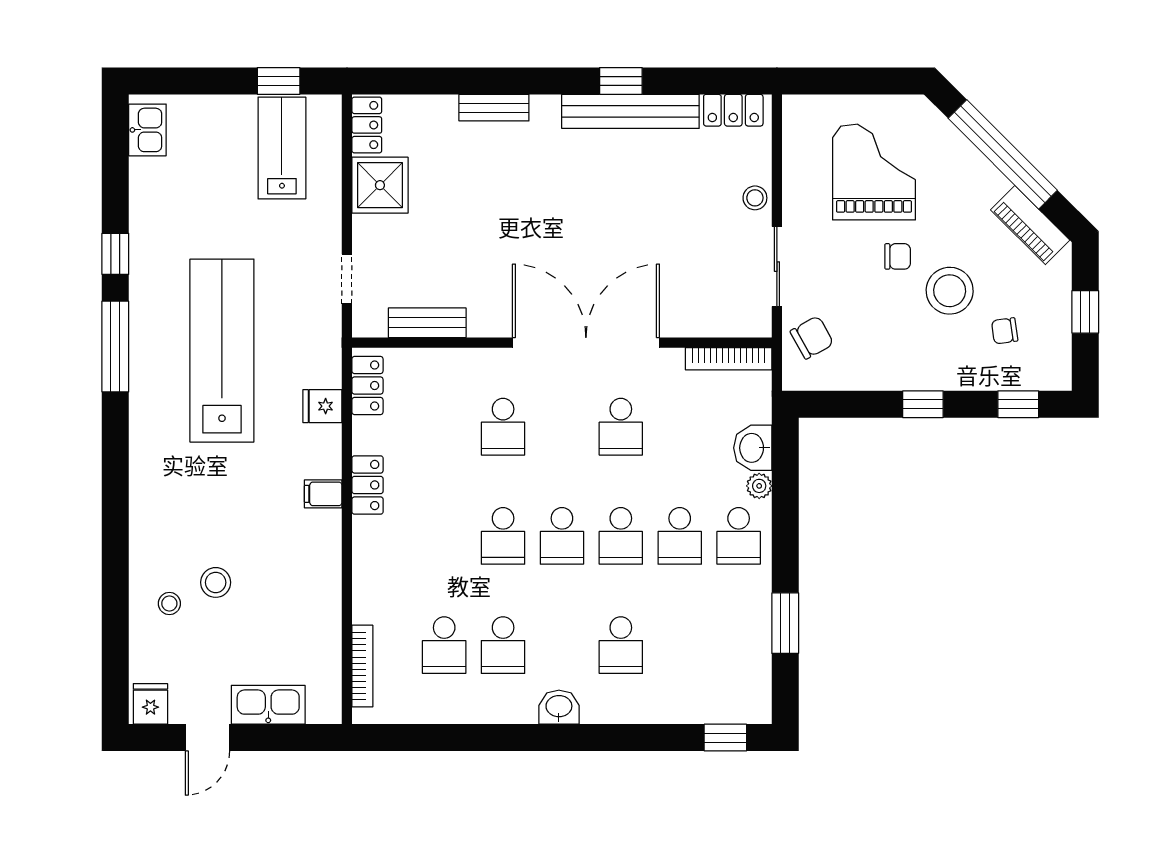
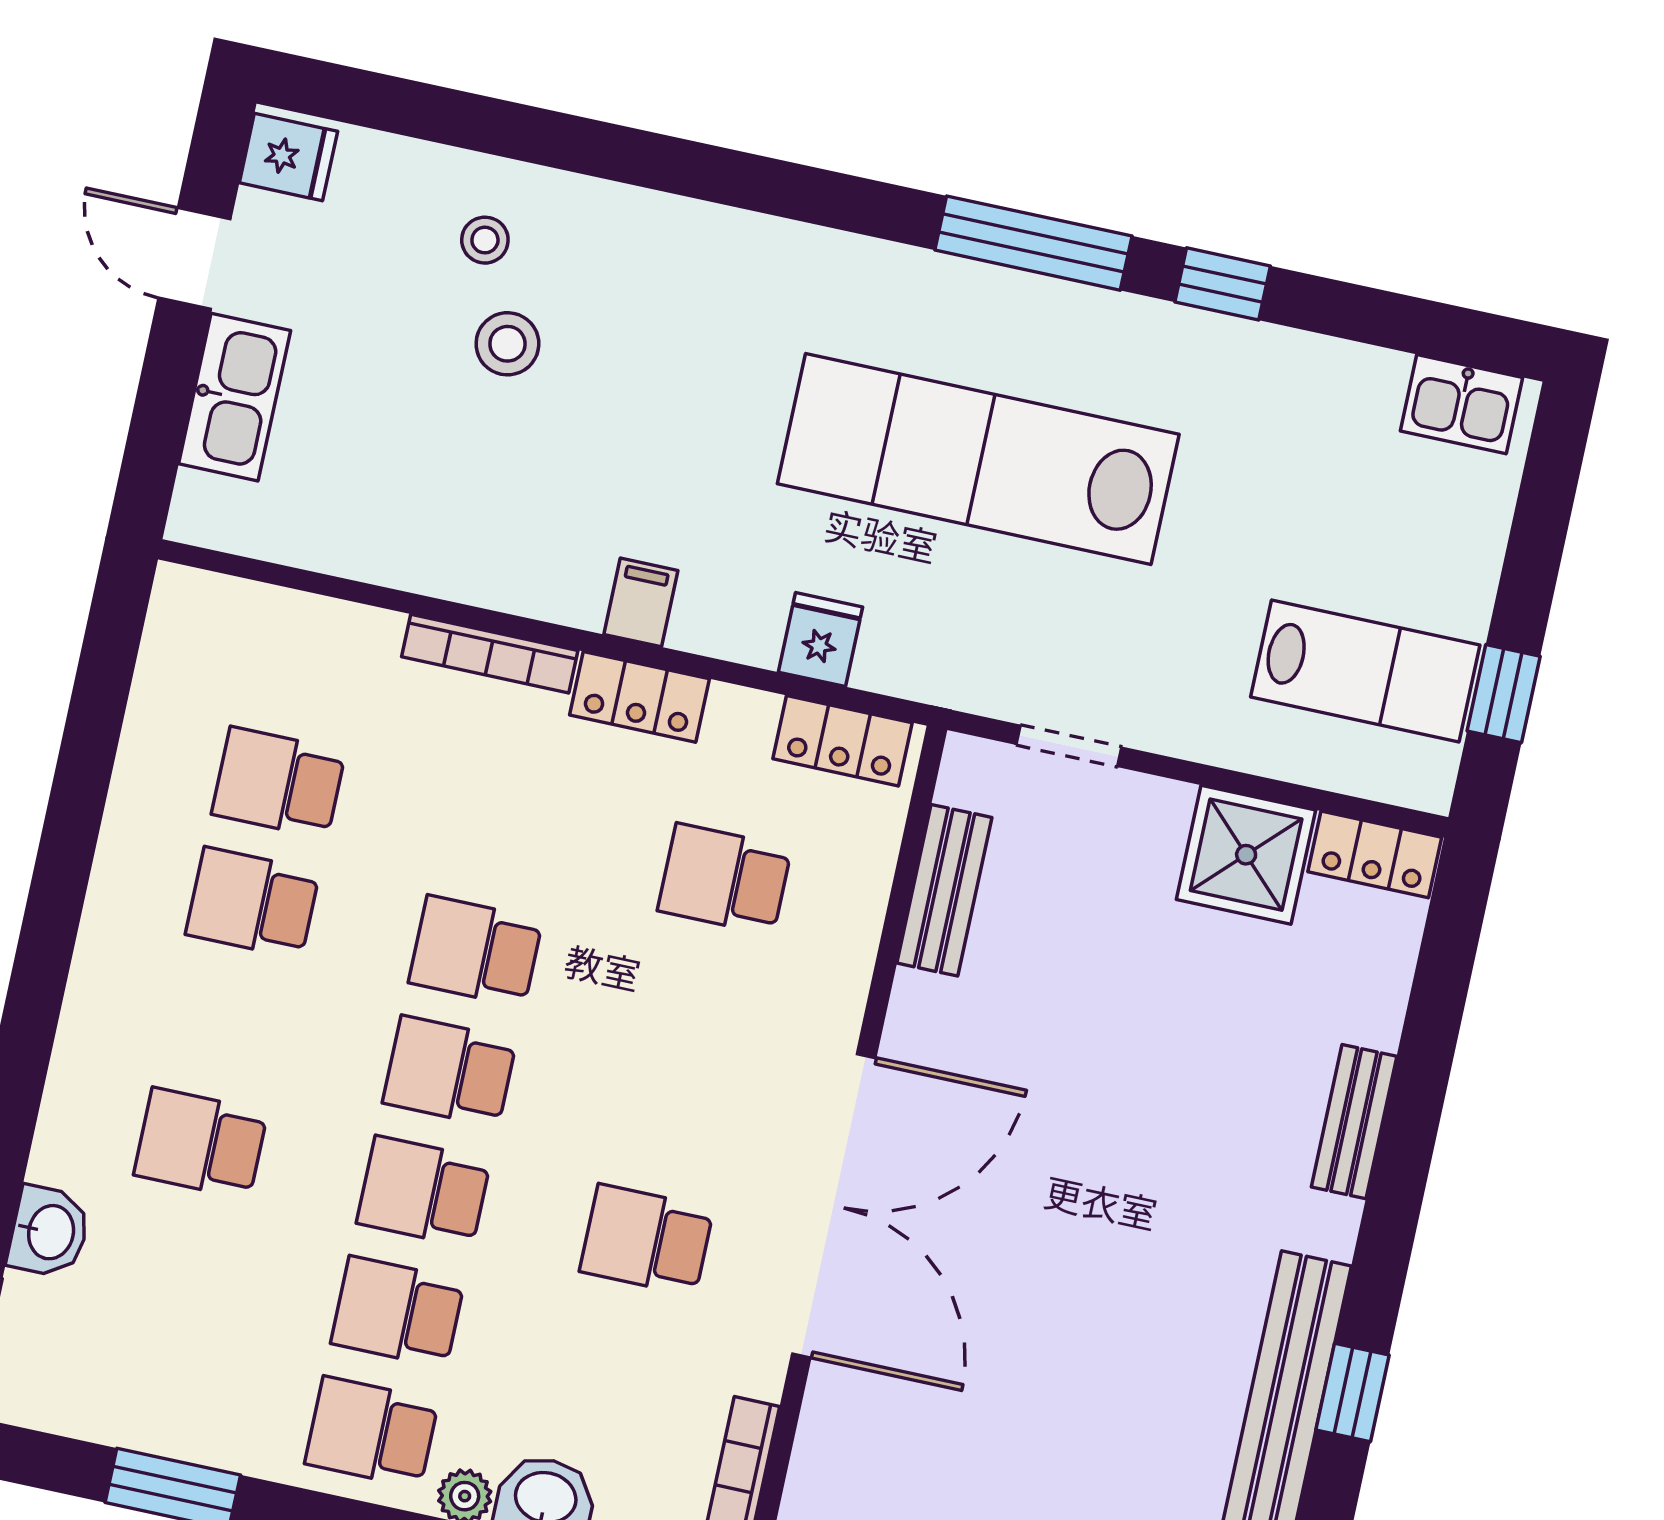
lab bench: (222, 351) -> (978, 459), turned 180
school desk: (503, 427) -> (725, 879), moved
bookcase: (362, 666) -> (490, 654), moved
washbasin: (559, 707) -> (49, 1232), moved

